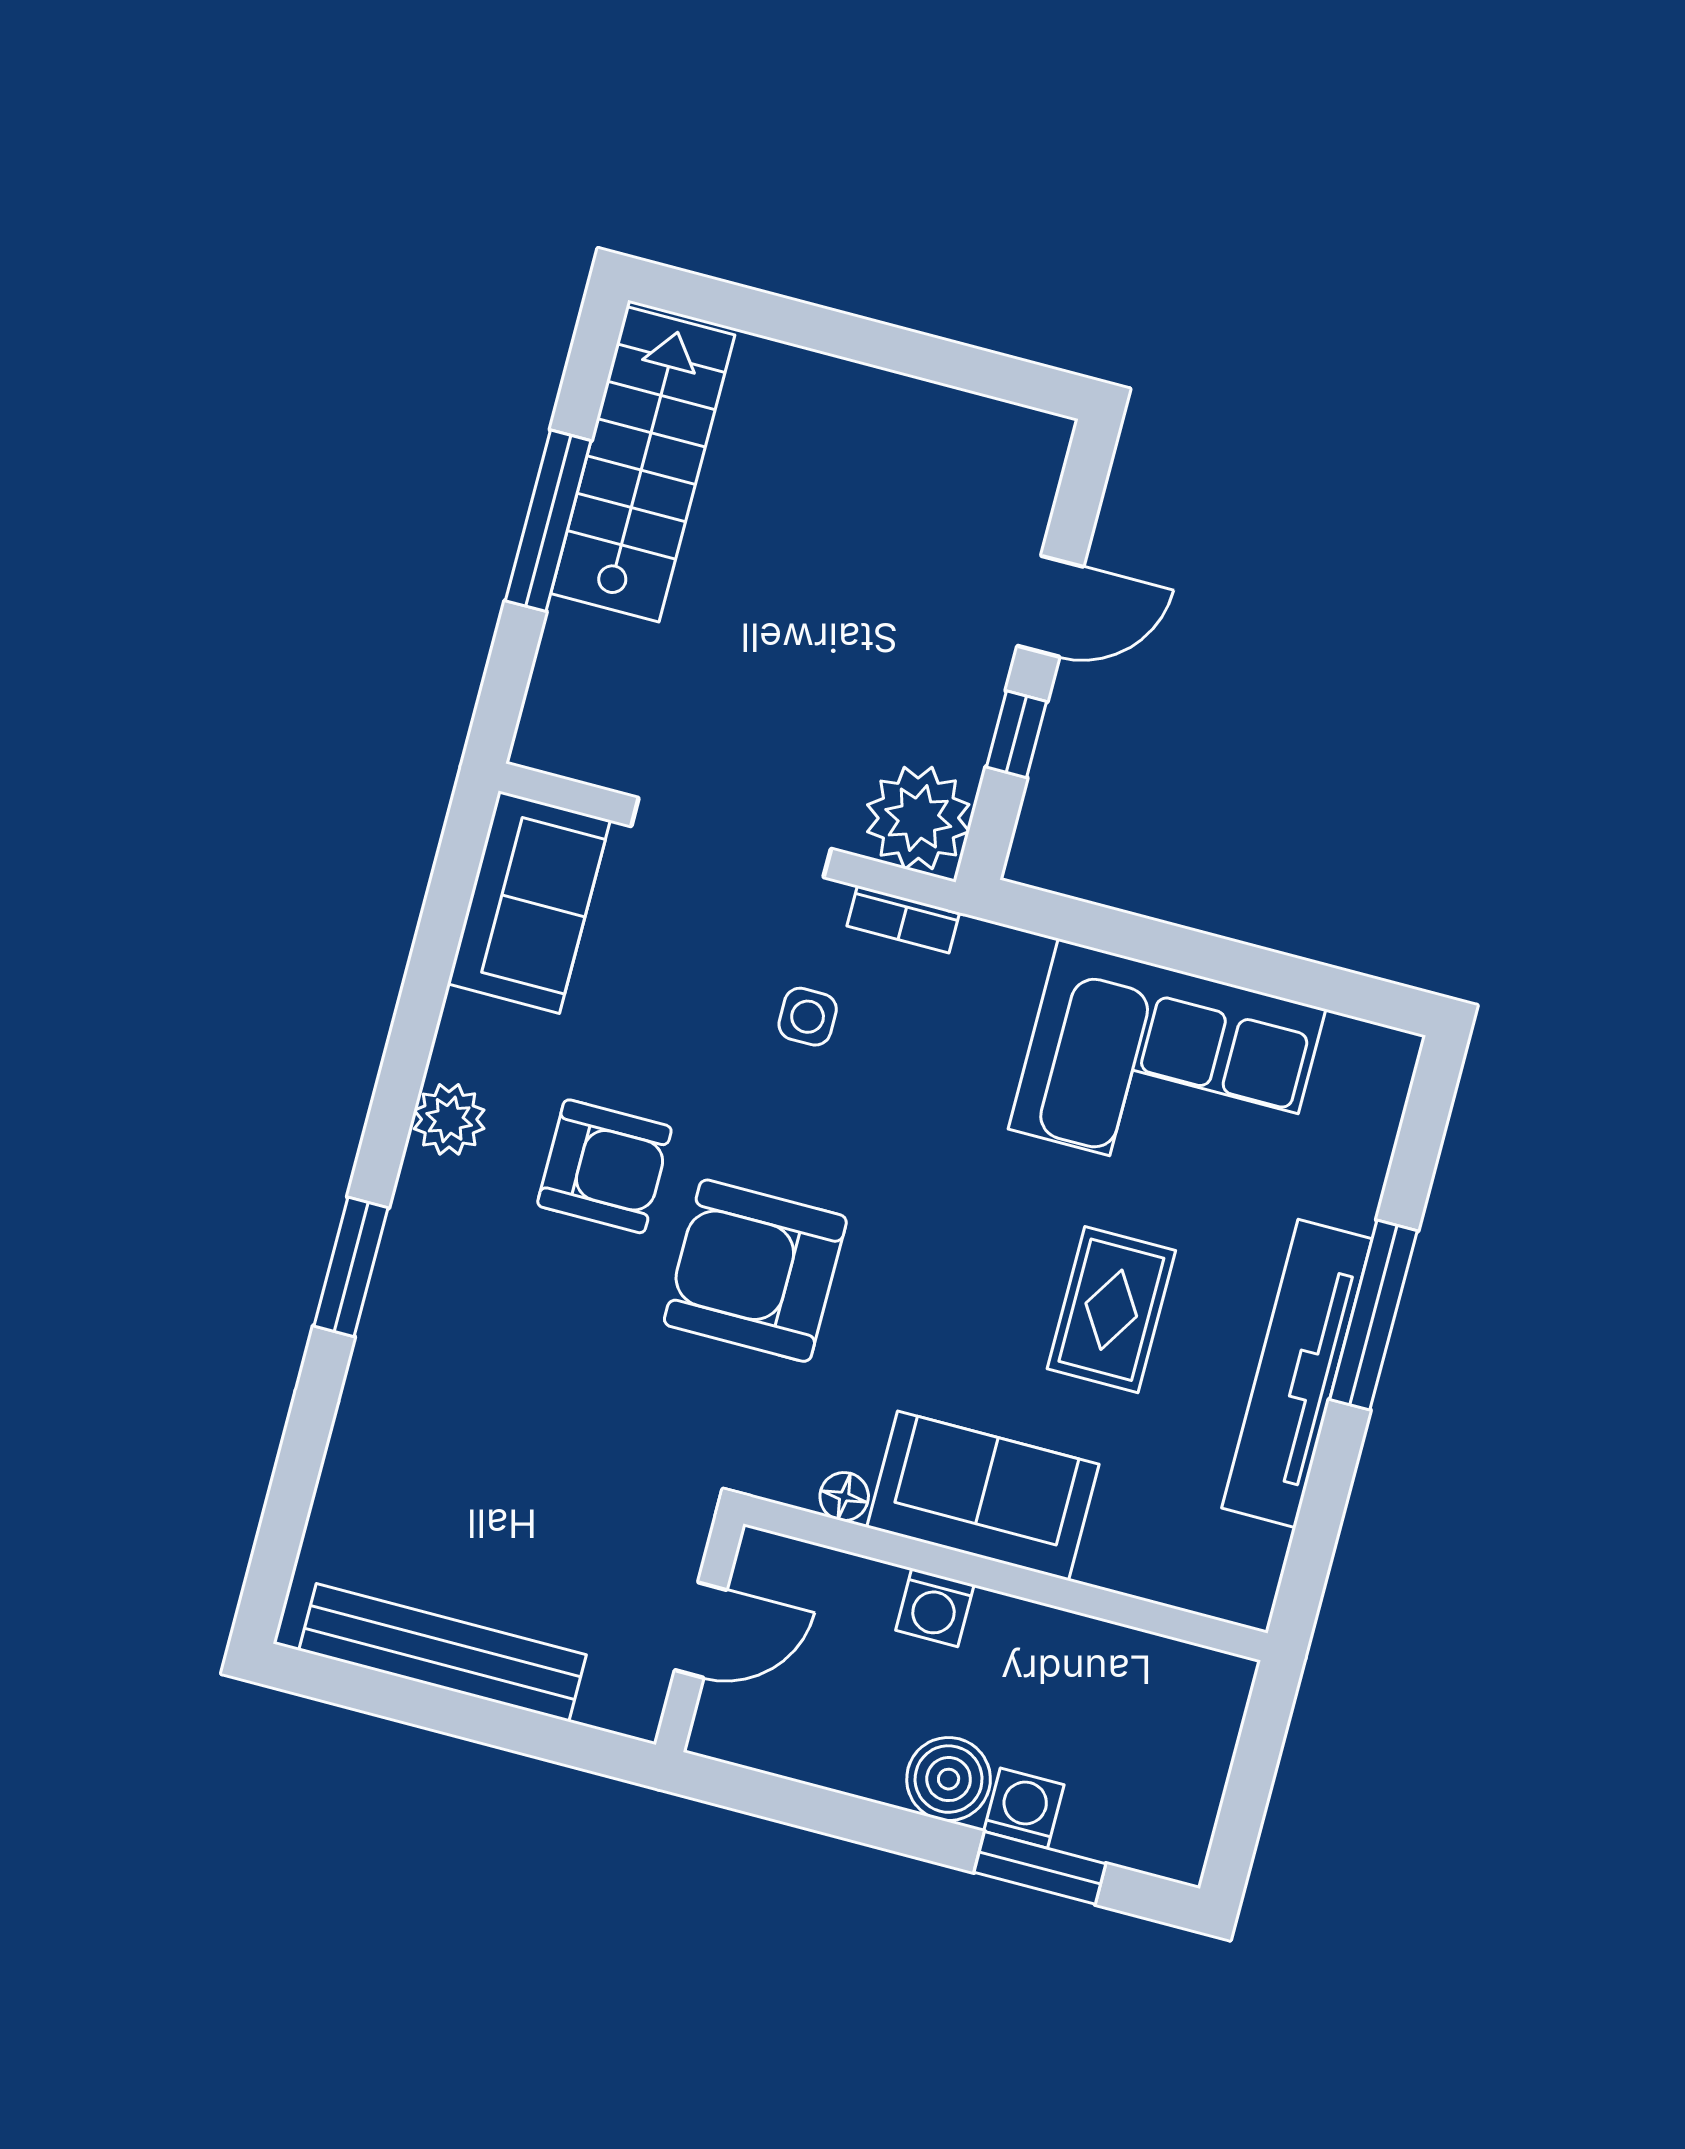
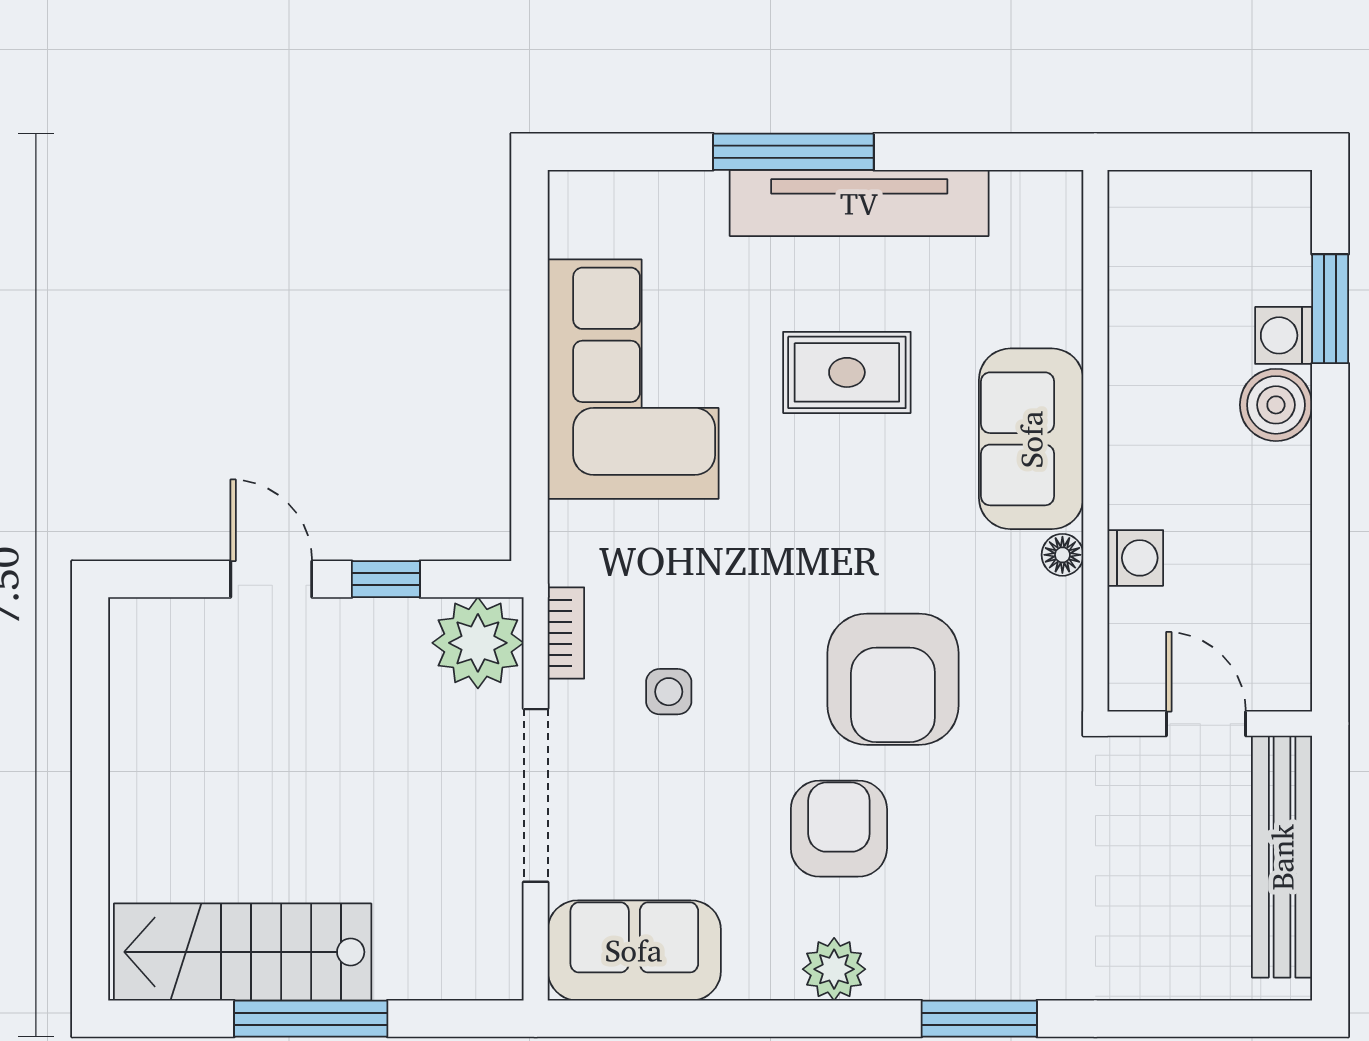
washing machine: (935, 1607) -> (1135, 558), moved
door: (701, 1630) -> (1206, 724), moved
wall: (700, 1634) -> (1210, 724), moved

